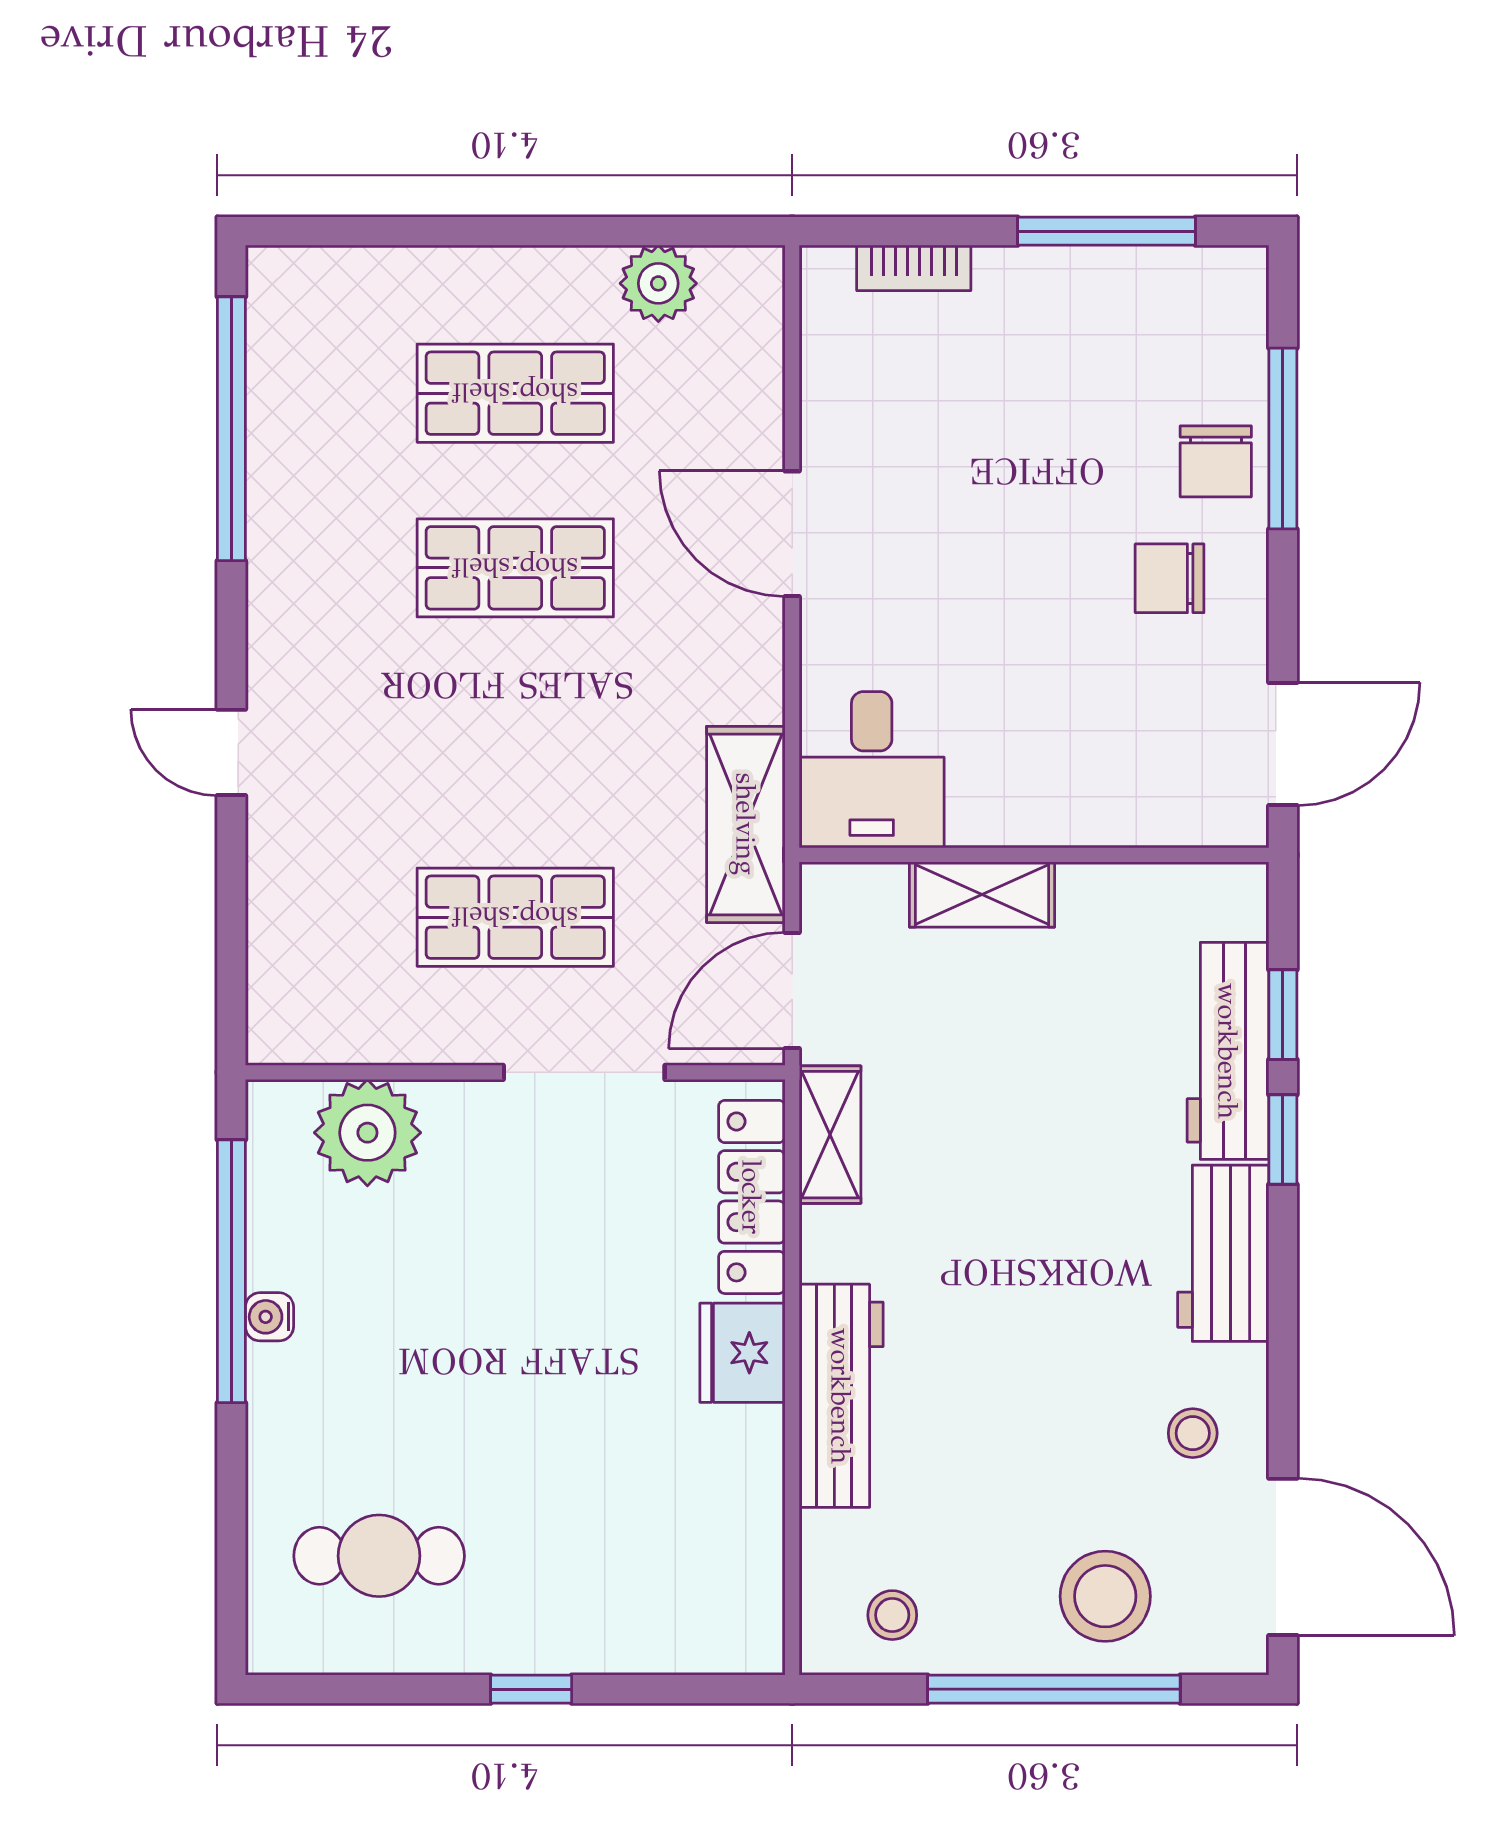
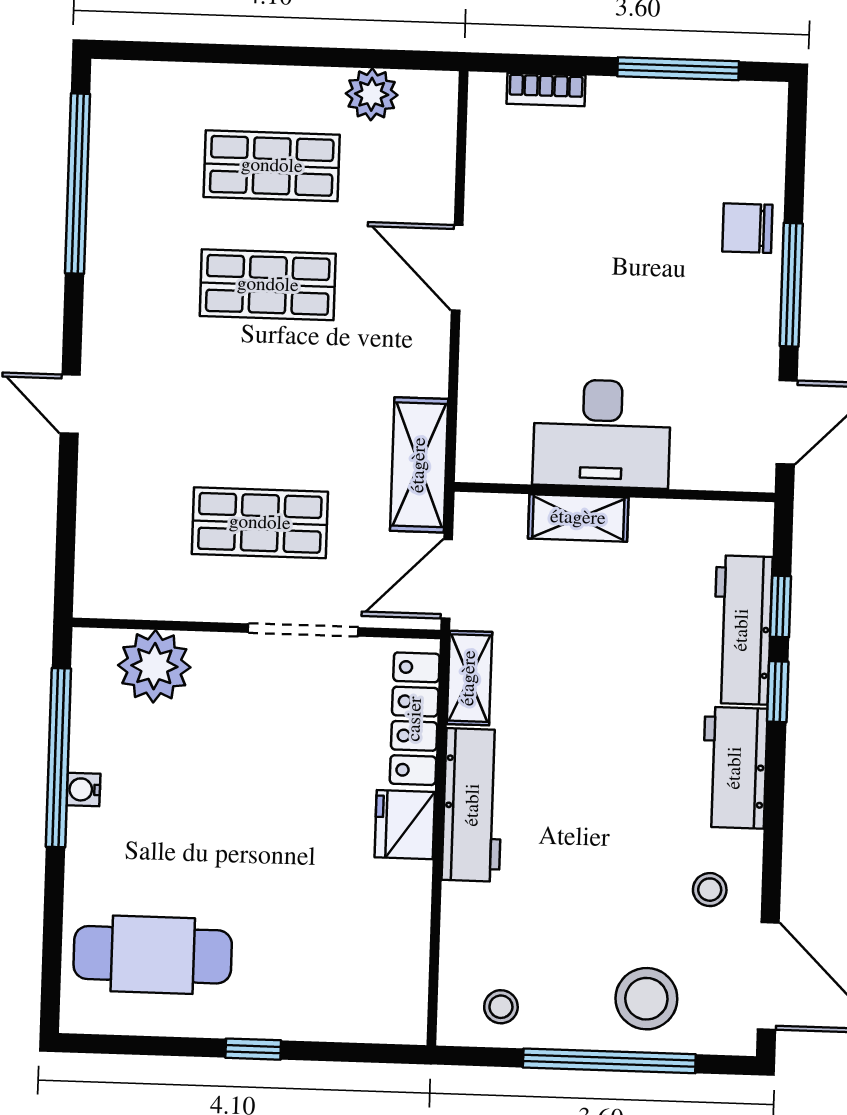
window: (1283, 439) -> (791, 285), moved
chair: (1216, 461) -> (747, 228), turned 90
chair: (1170, 578) -> (713, 307), removed
desk: (872, 770) -> (602, 434), moved, width x1.37
workbench: (841, 1396) -> (473, 805), moved
cafe table: (379, 1556) -> (153, 955), width x1.37, depth x1.35

